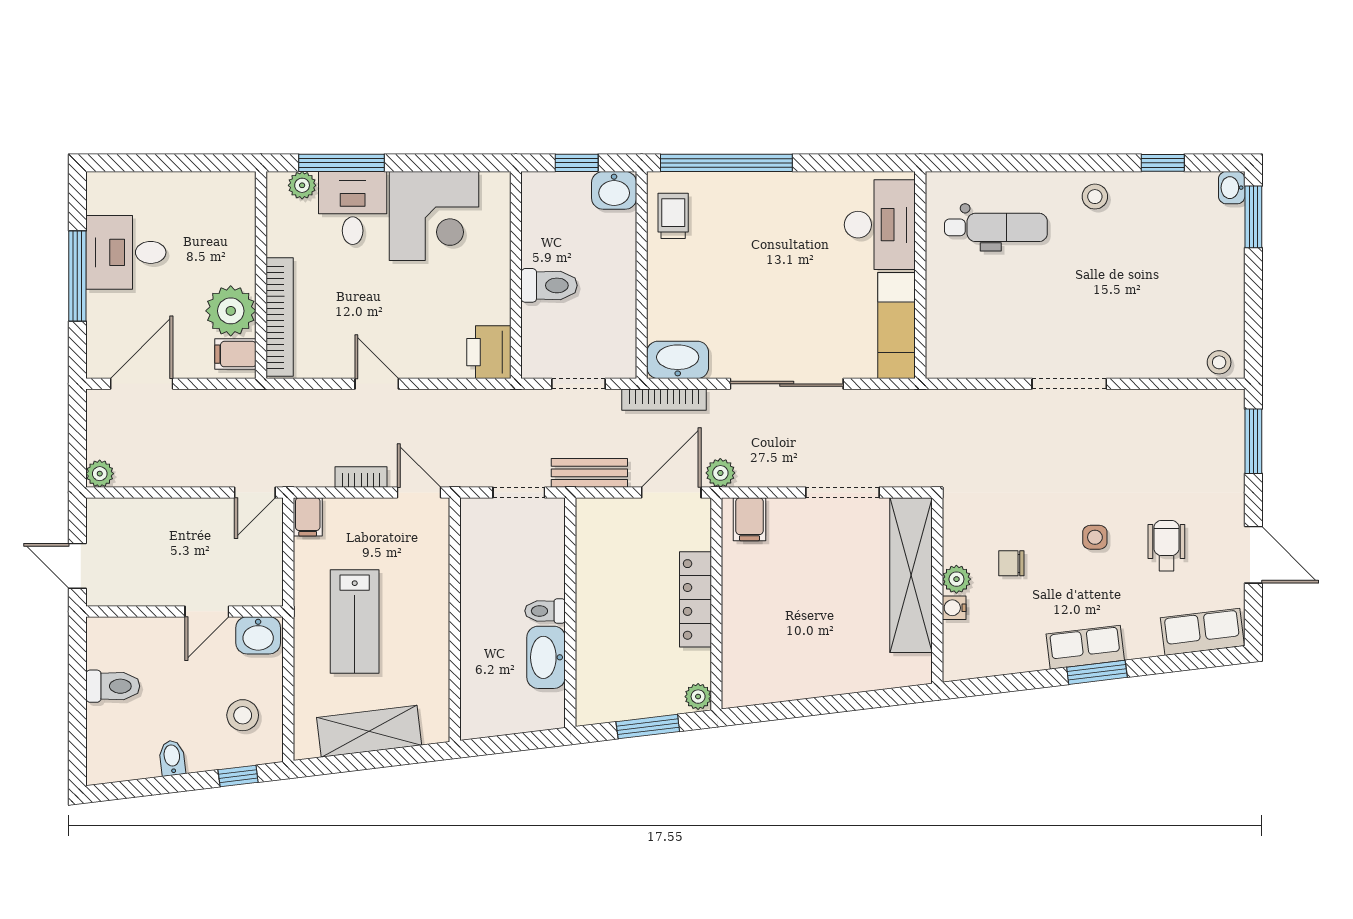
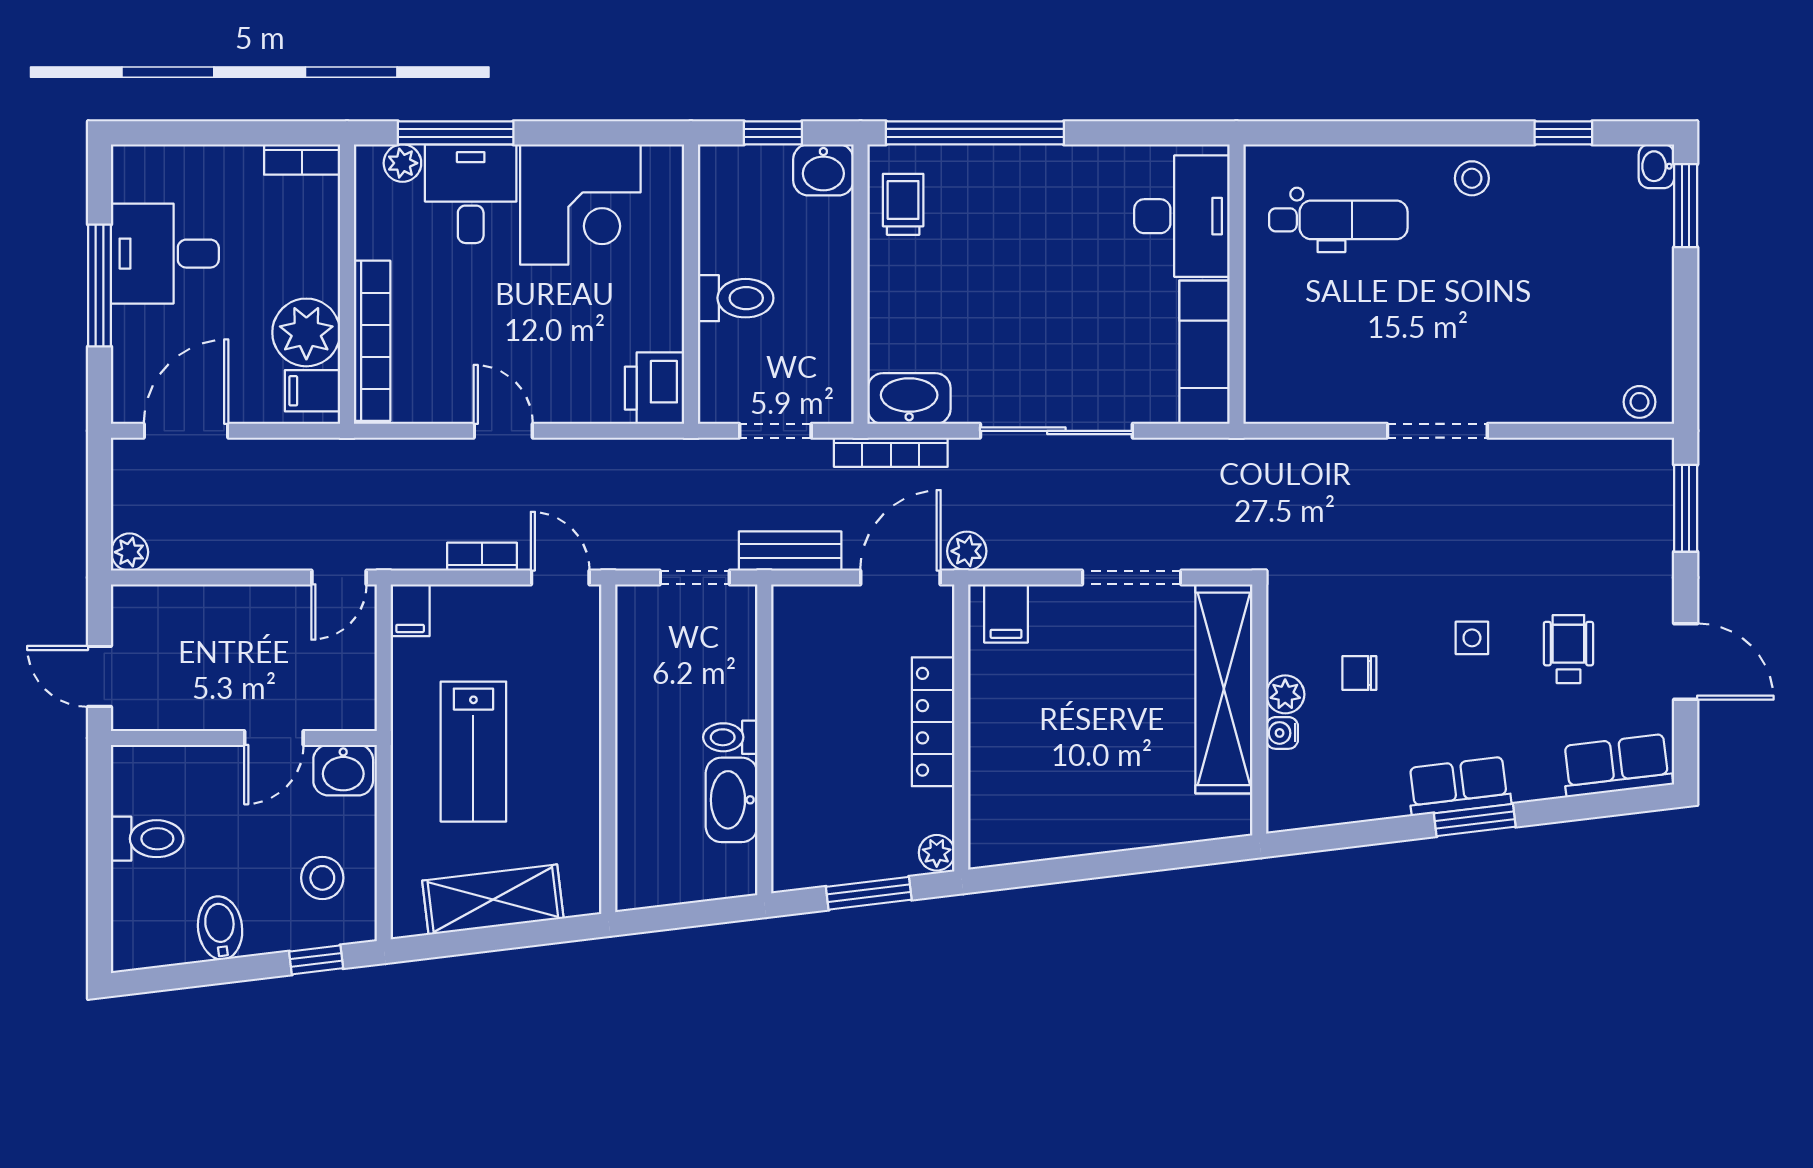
bookcase: (228, 183) -> (302, 160), added
bidet: (172, 758) -> (220, 928), width x1.38, depth x1.36

